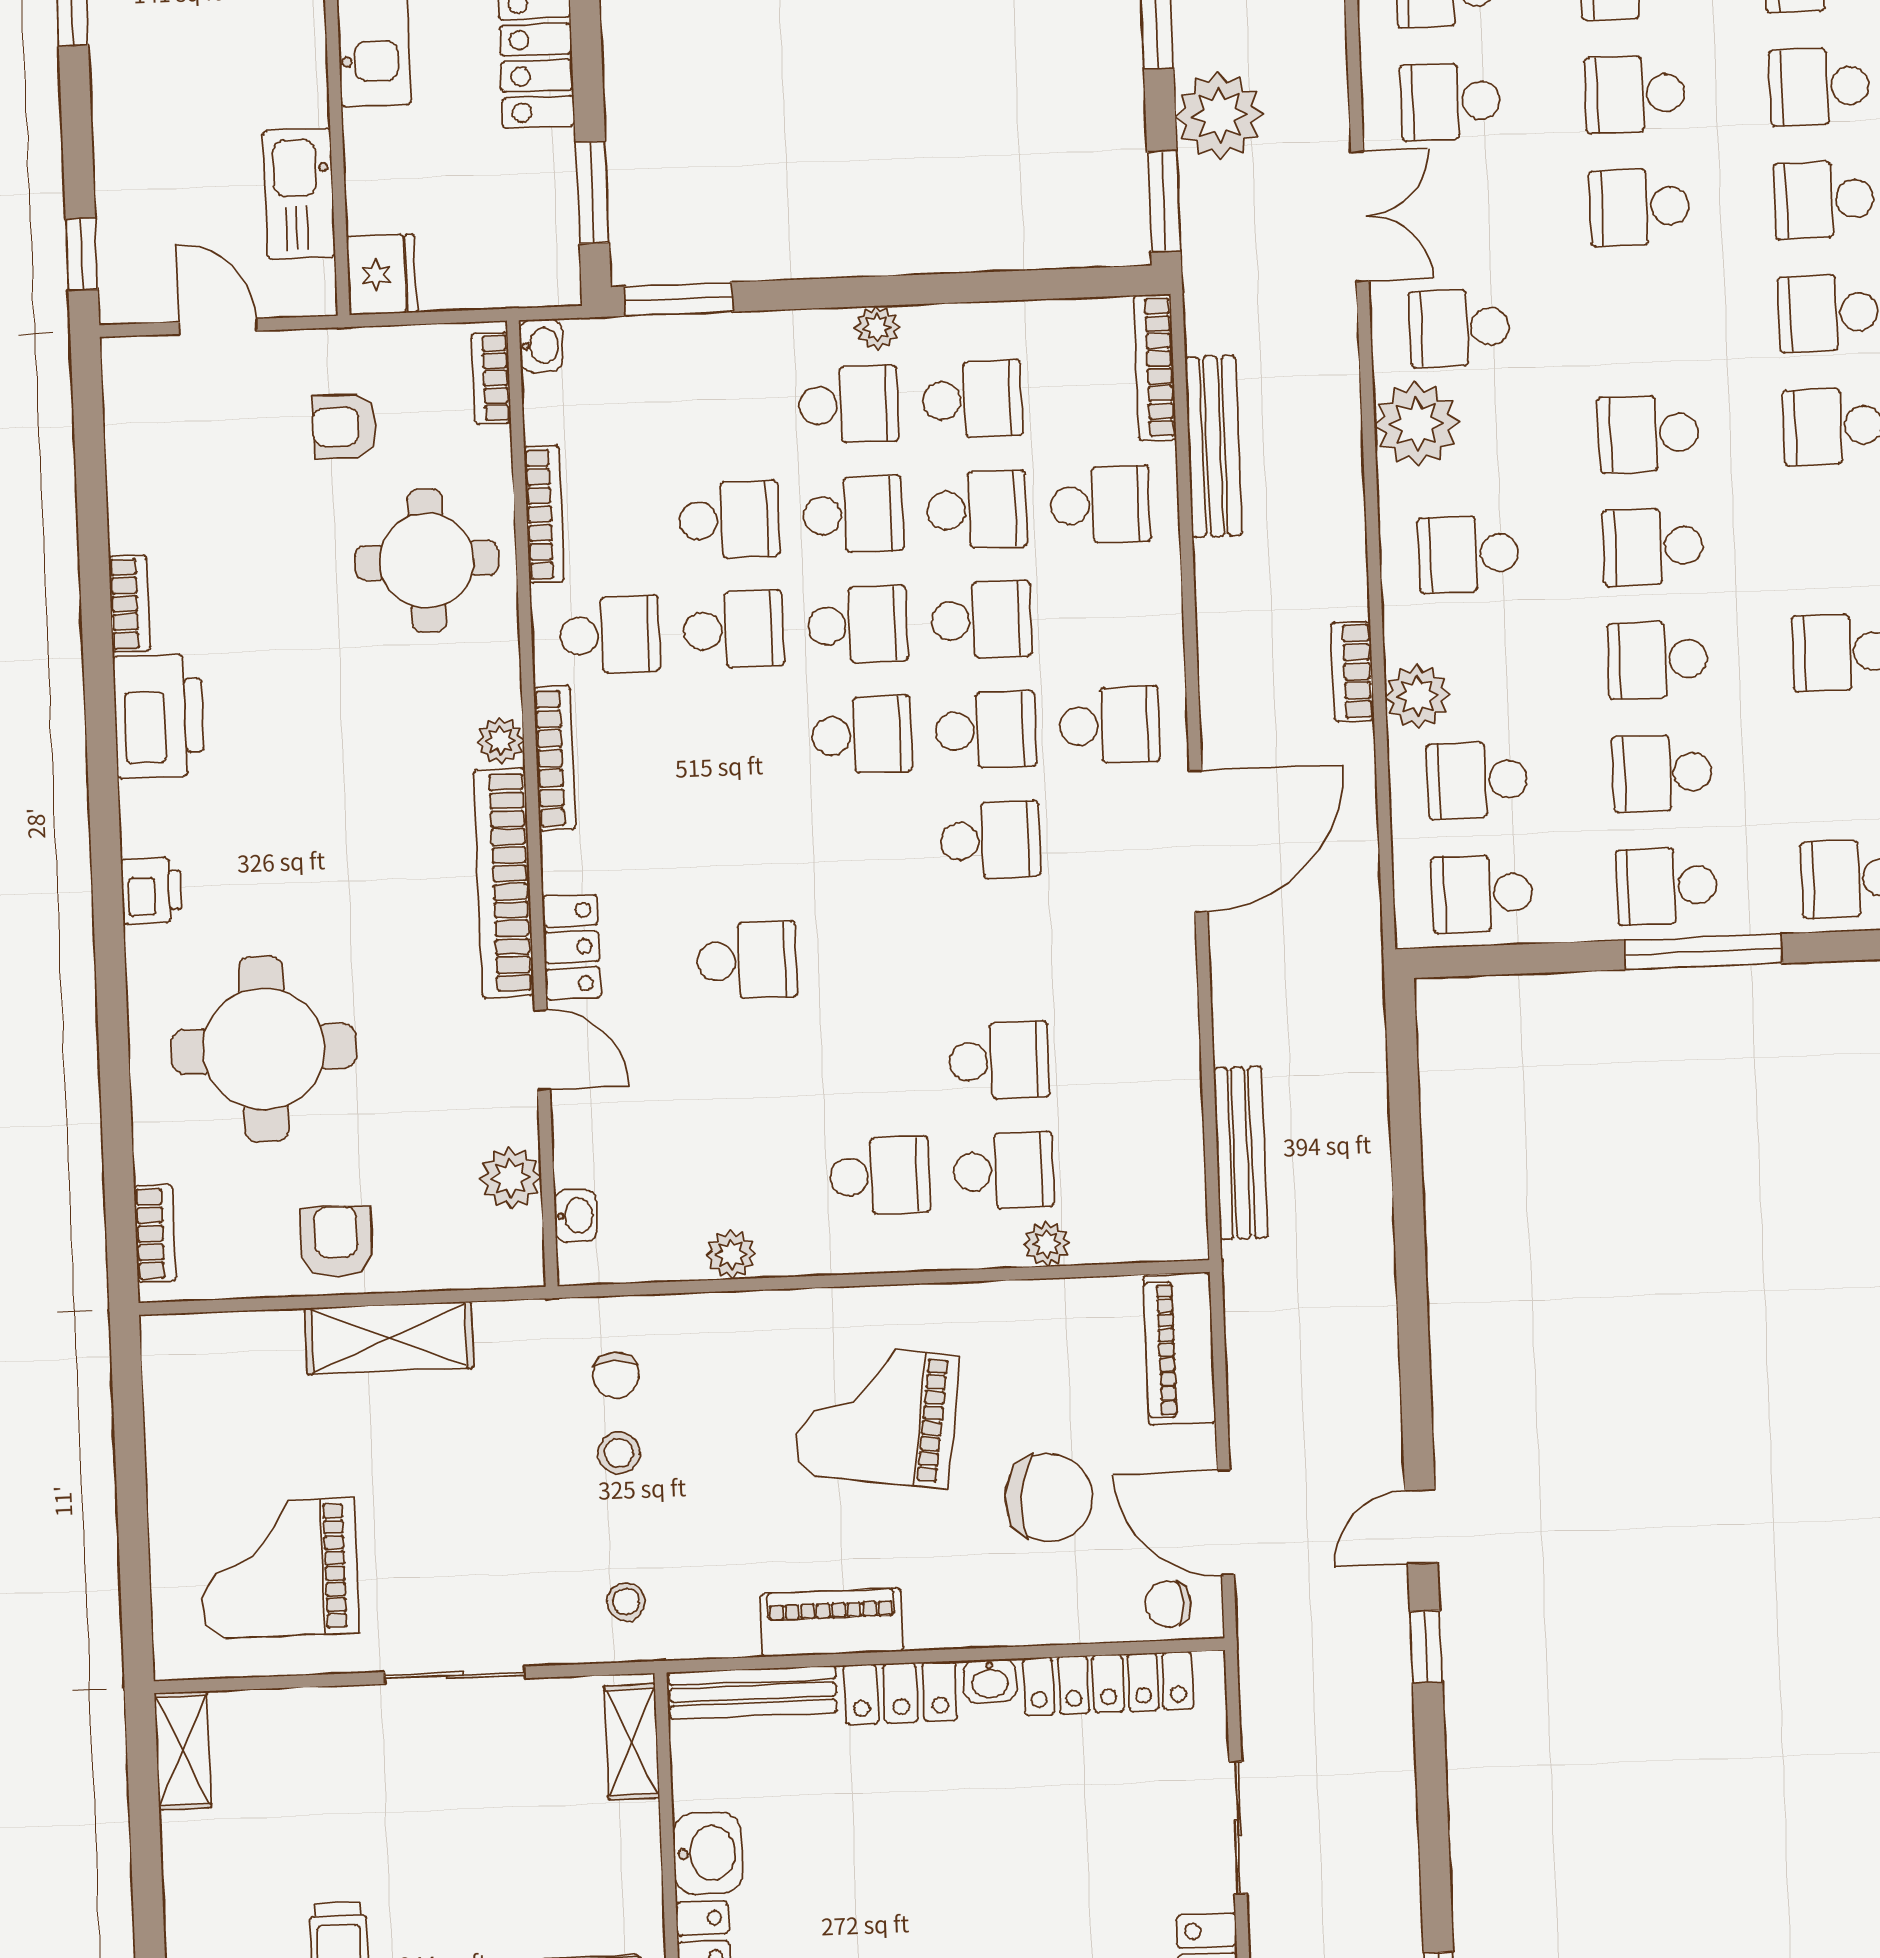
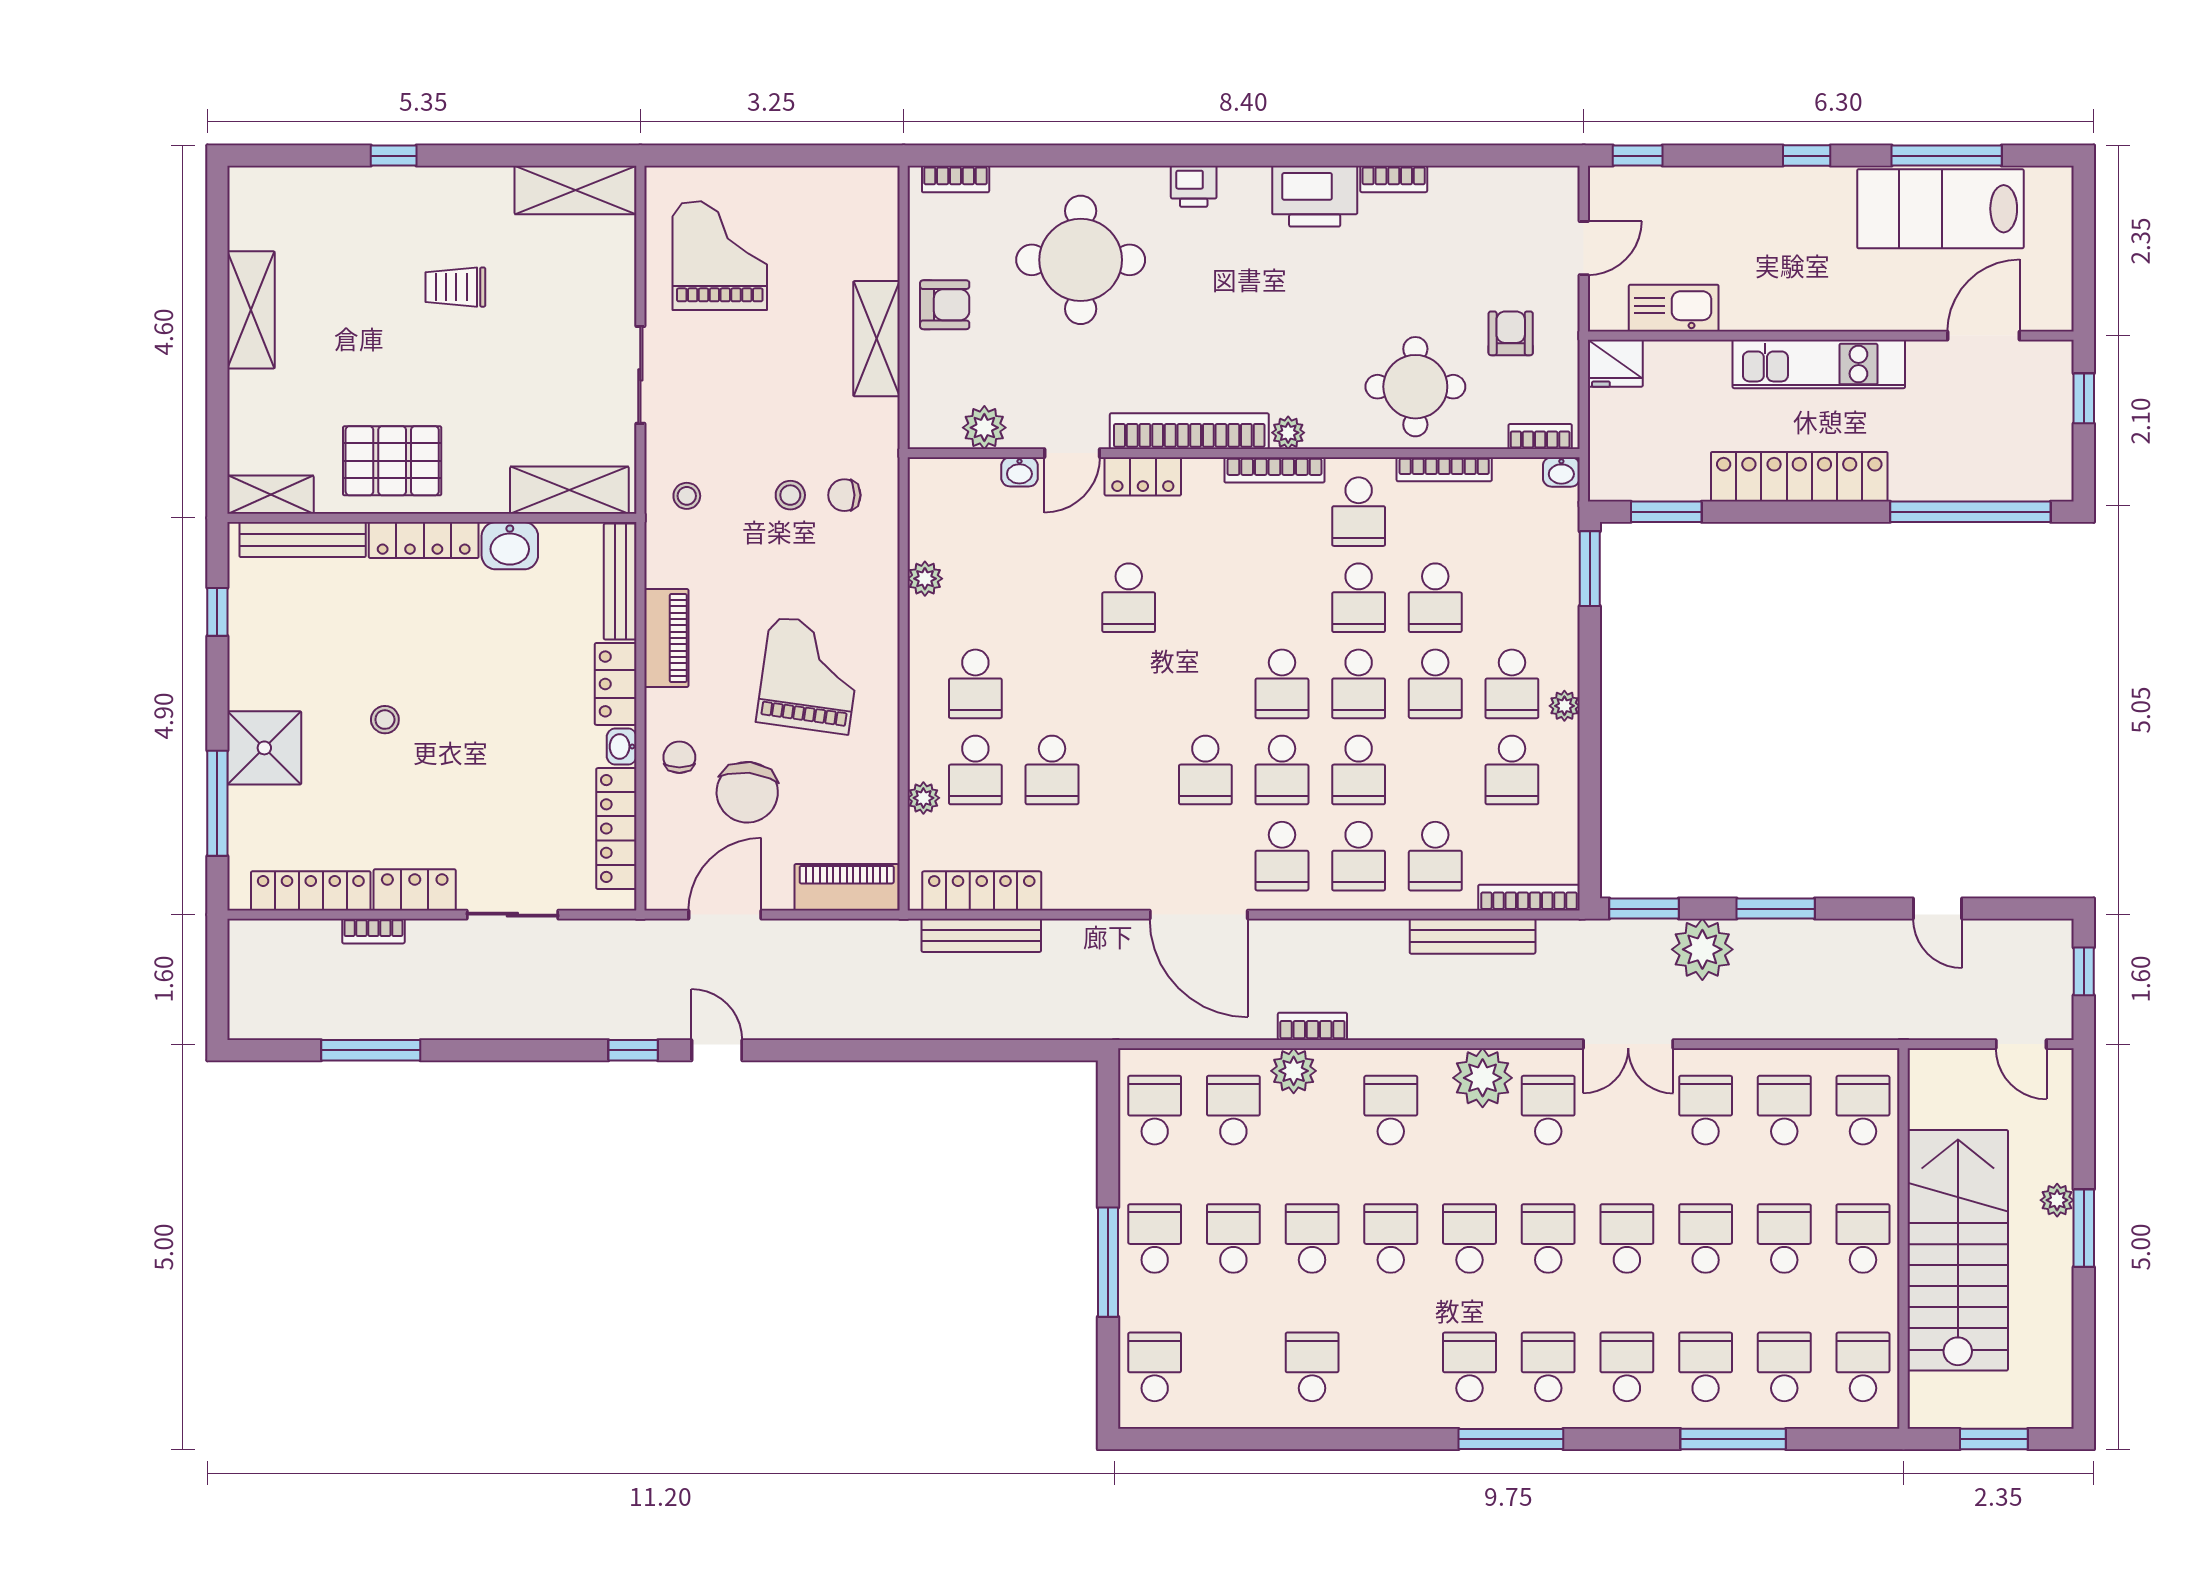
school desk: (1644, 320) -> (1548, 1238), added
school desk: (977, 510) -> (1359, 856), moved
locker: (1177, 1155) -> (982, 891), added
washbasin: (576, 1216) -> (1019, 472), moved
chair: (1168, 1604) -> (679, 757), moved
shelving: (632, 1742) -> (569, 490), width x1.50, depth x1.33
shelving: (183, 1750) -> (576, 190), width x1.50, depth x1.33

